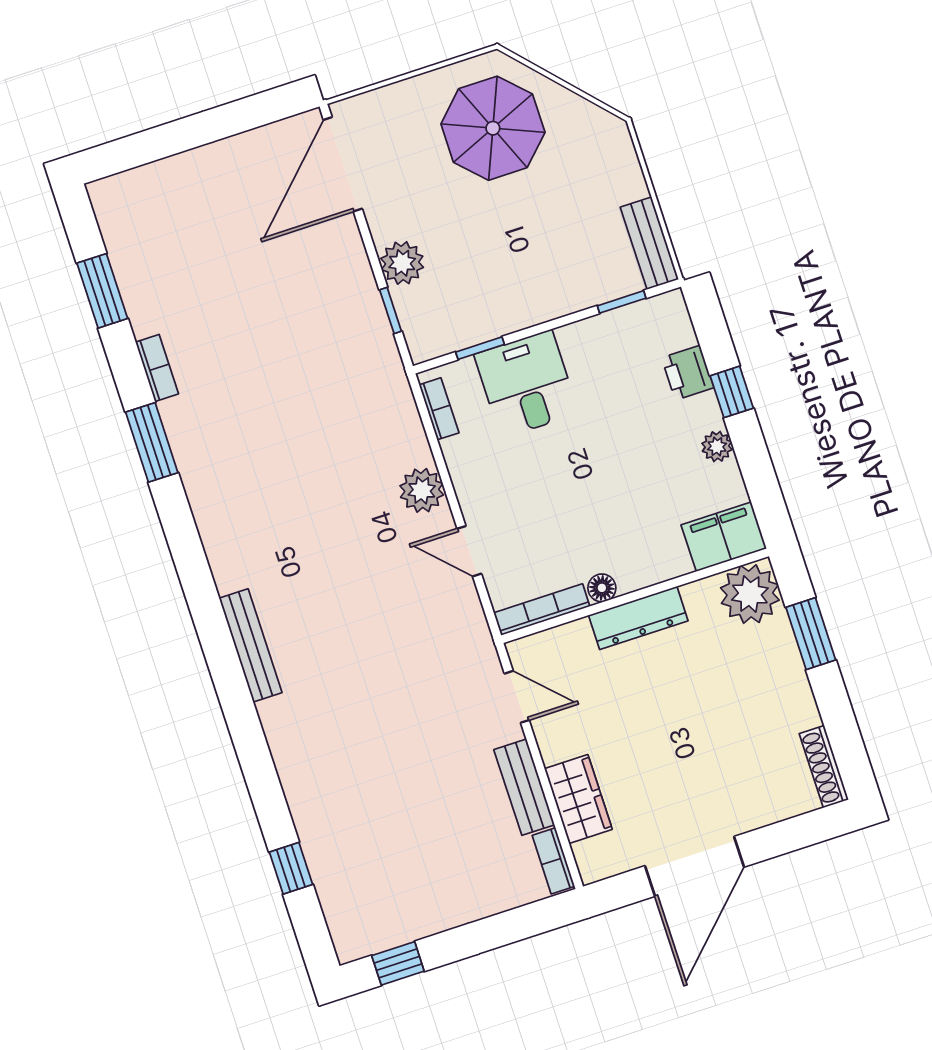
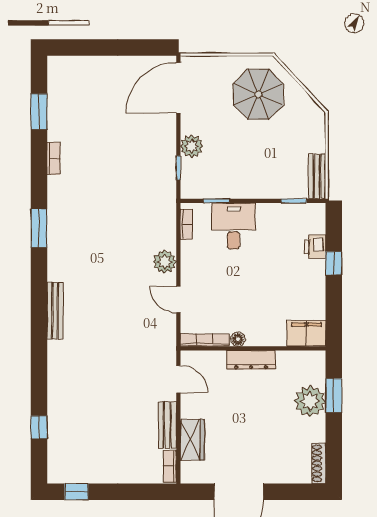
window: (152, 442) -> (39, 228), moved
plant: (717, 446) -> (318, 288), removed
plant: (750, 594) -> (310, 401), moved

